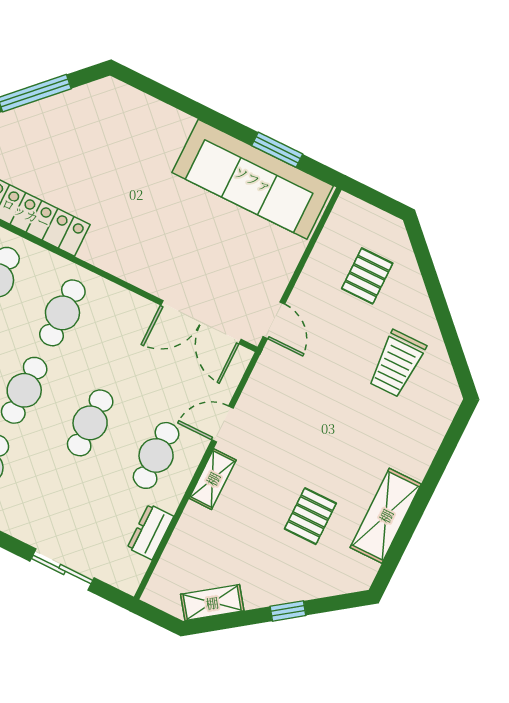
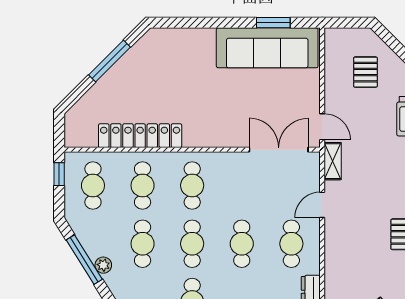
double door: (201, 322) -> (279, 150), swing flipped
shelving: (213, 479) -> (333, 161), moved

